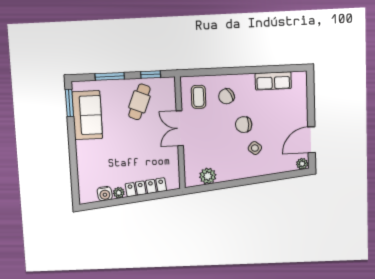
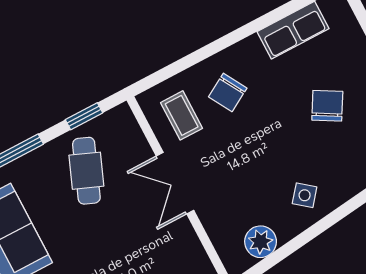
chair: (244, 125) -> (327, 106), moved, turned 120
side table: (255, 148) -> (305, 195), moved

